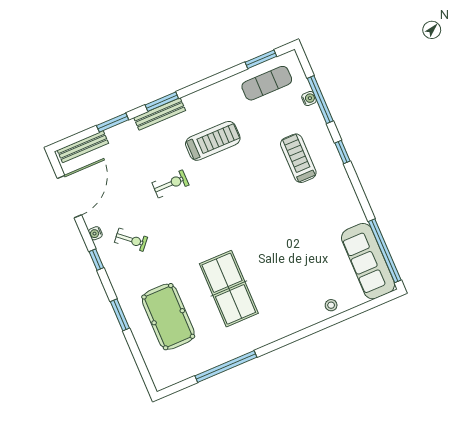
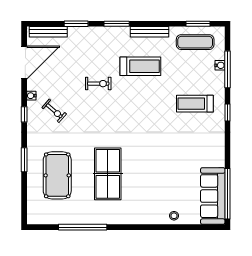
bench: (160, 114) -> (149, 32), moved
treadmill: (298, 158) -> (195, 104), turned -90

